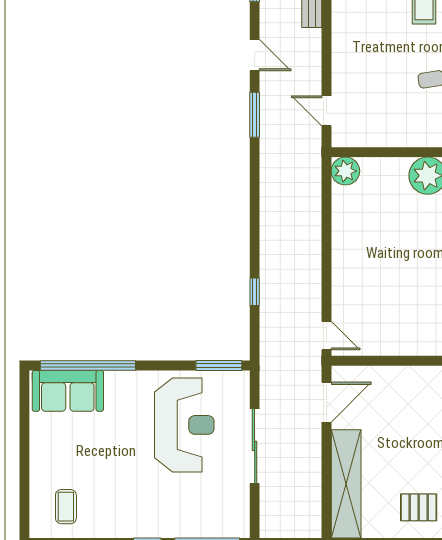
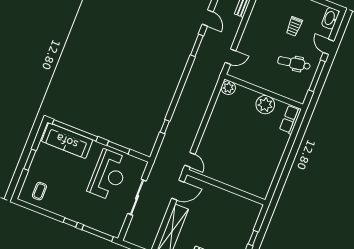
door: (326, 111) -> (231, 57), swing flipped
window: (219, 366) -> (118, 147), moved
sofa: (68, 391) -> (67, 141), width x1.36
window: (24, 455) -> (30, 160), added

